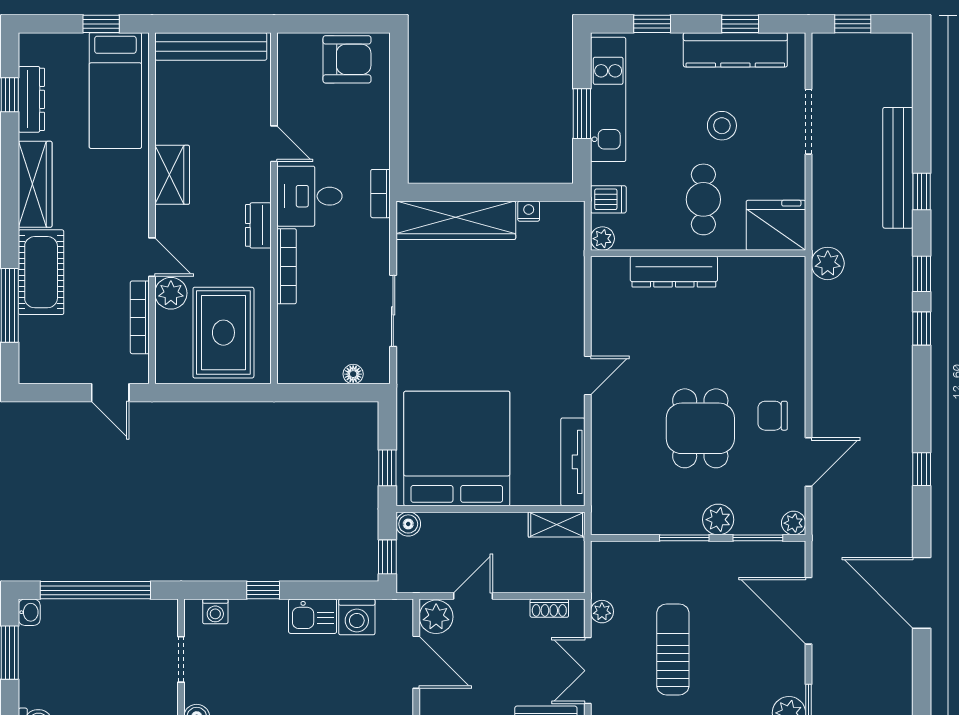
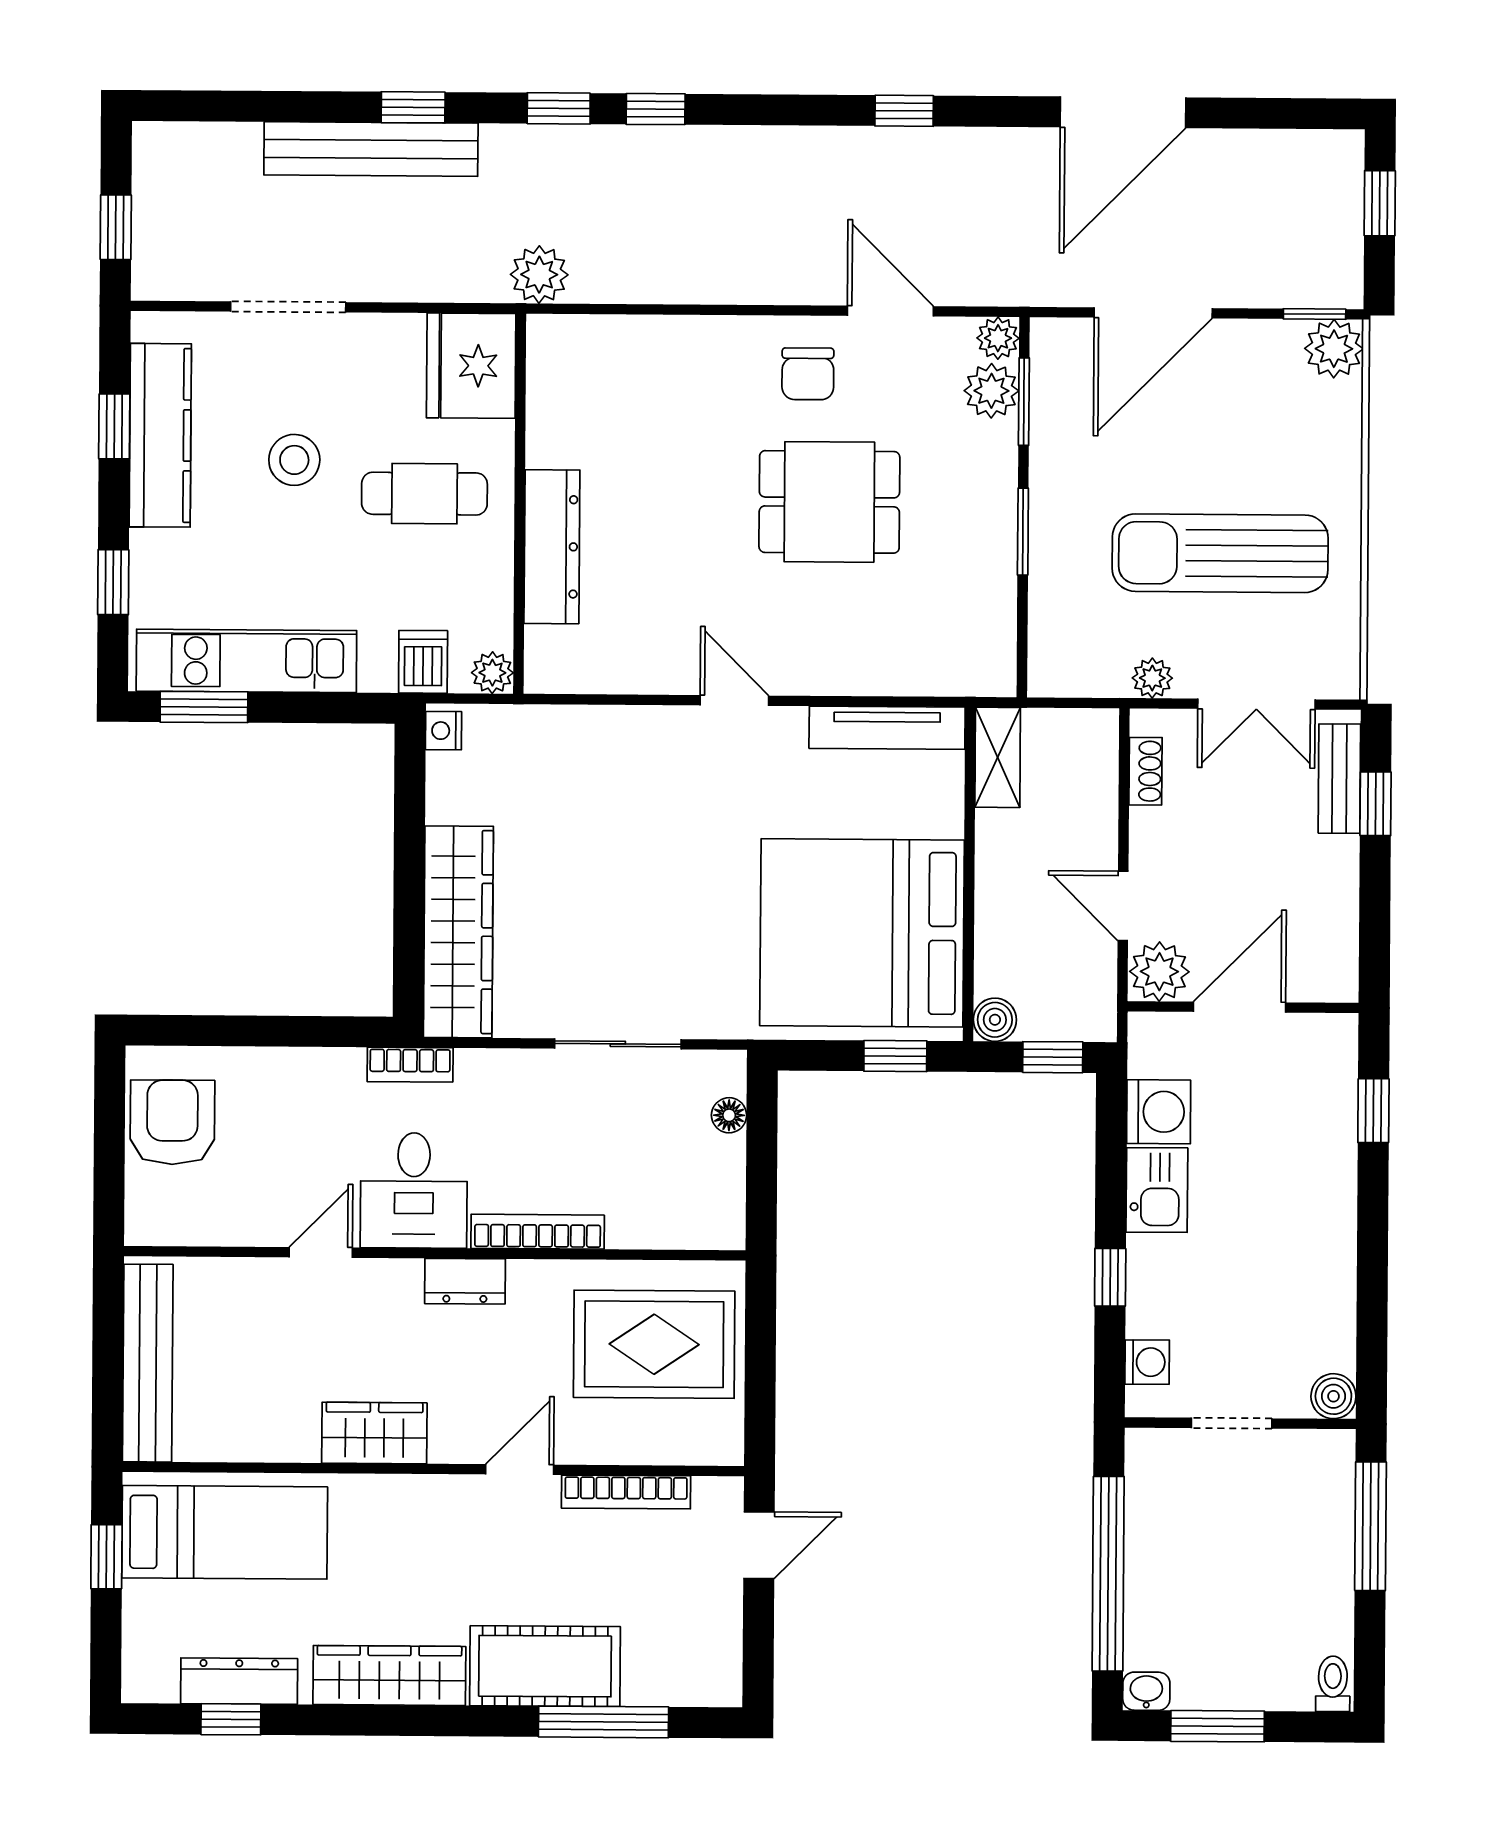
window: (582, 114) -> (204, 707), moved
nightstand: (529, 211) -> (444, 731), moved
plant: (171, 293) -> (584, 1437), removed
plant: (718, 520) -> (991, 391), moved
sun lounger: (673, 649) -> (1220, 553), width x1.36, depth x1.34

